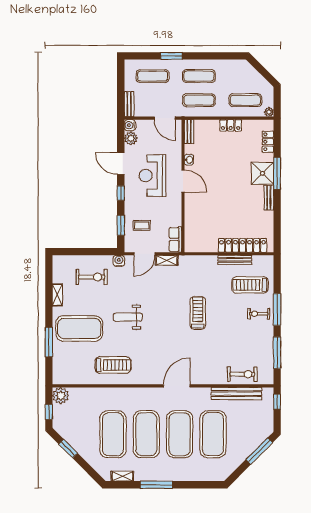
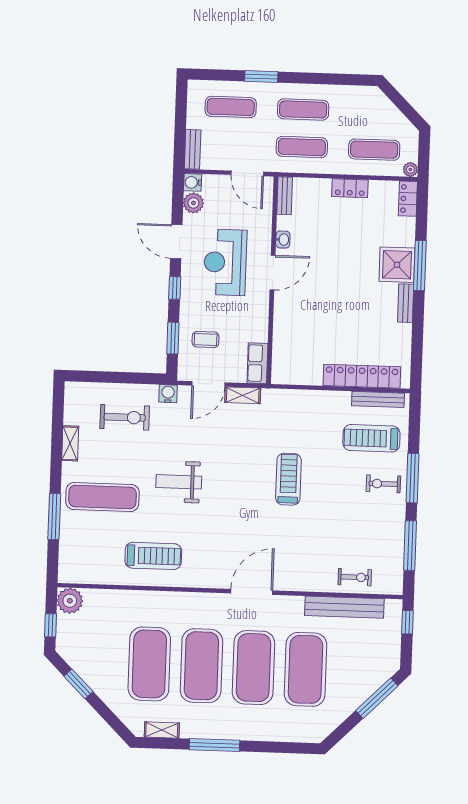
locker: (268, 142) -> (408, 199), moved
door: (183, 181) -> (273, 273), hinge flipped
bench: (235, 260) -> (378, 399), moved
exercise mat: (79, 328) -> (102, 497), width x0.68
exercise bike: (242, 374) -> (355, 577), width x0.73, depth x0.72

